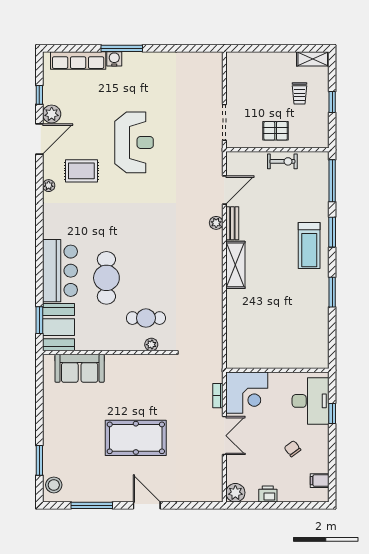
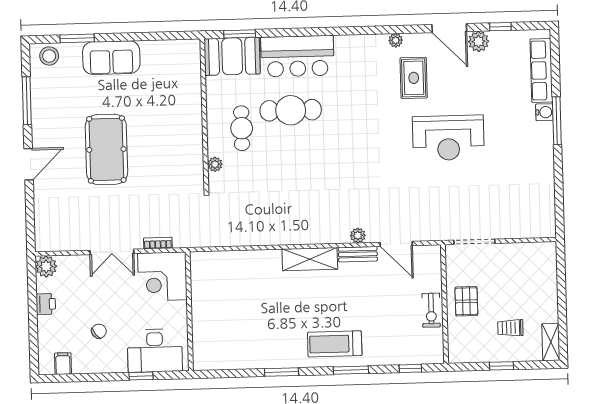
window: (332, 181) -> (410, 368), width x0.46
cafe table: (146, 318) -> (242, 128), moved
sofa: (80, 368) -> (111, 58), moved, turned -90

